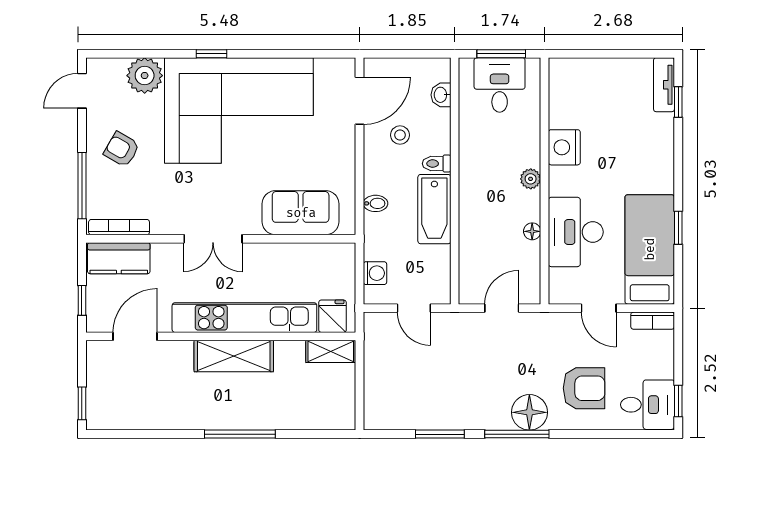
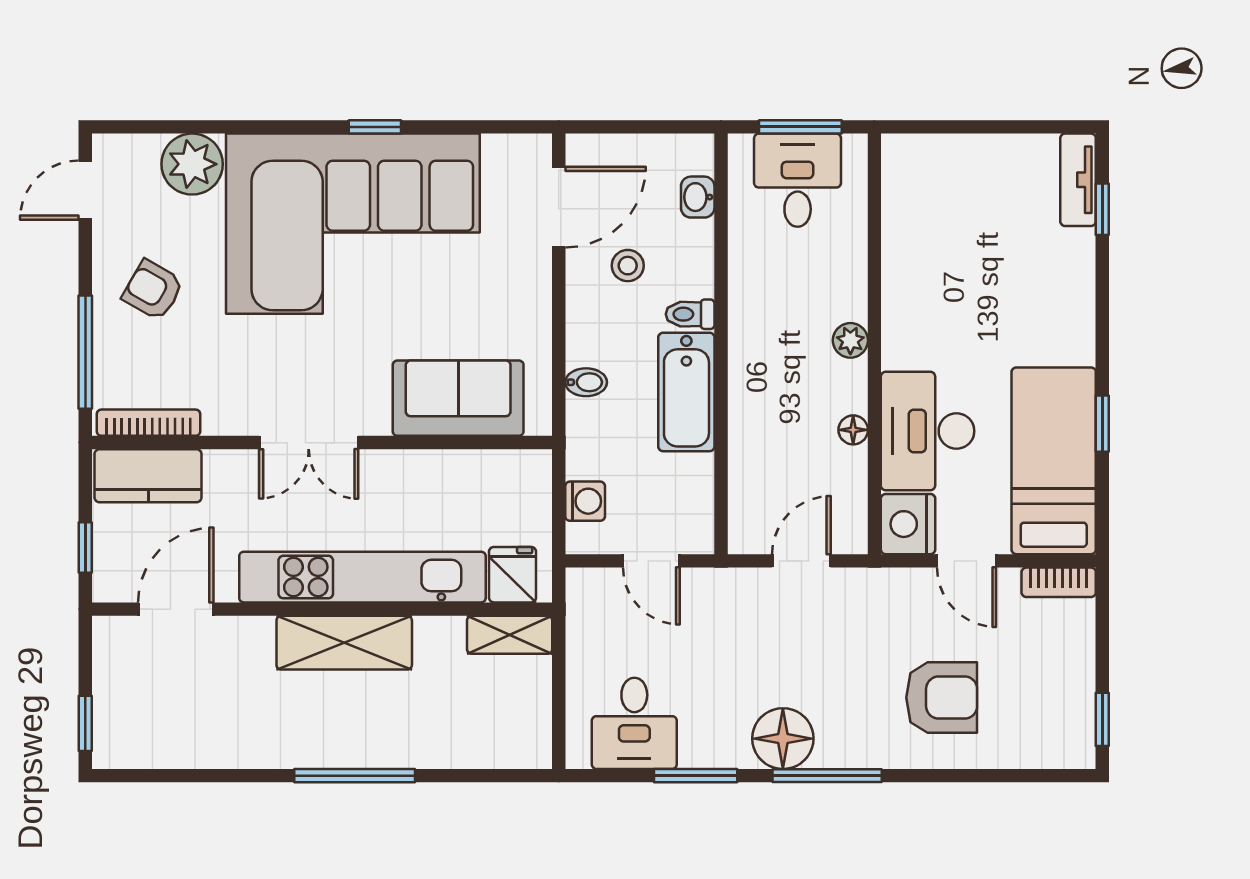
window: (211, 54) -> (375, 127), moved
nightstand: (564, 147) -> (908, 524), moved
desk: (648, 405) -> (634, 723), moved, turned 90
floor lamp: (529, 412) -> (783, 739), moved

